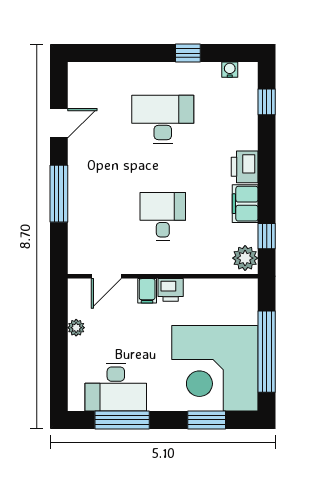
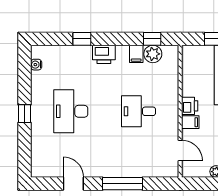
window: (188, 53) -> (25, 114), moved
window: (267, 102) -> (82, 39), moved
filing cabinet: (245, 204) -> (136, 54), width x0.50
plant: (245, 258) -> (153, 54), moved

